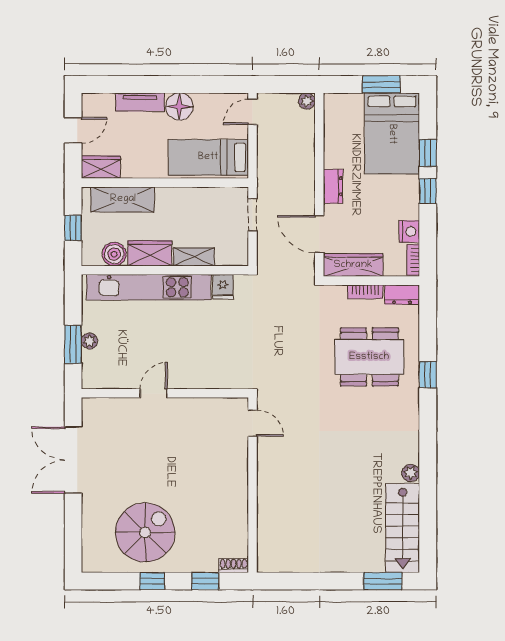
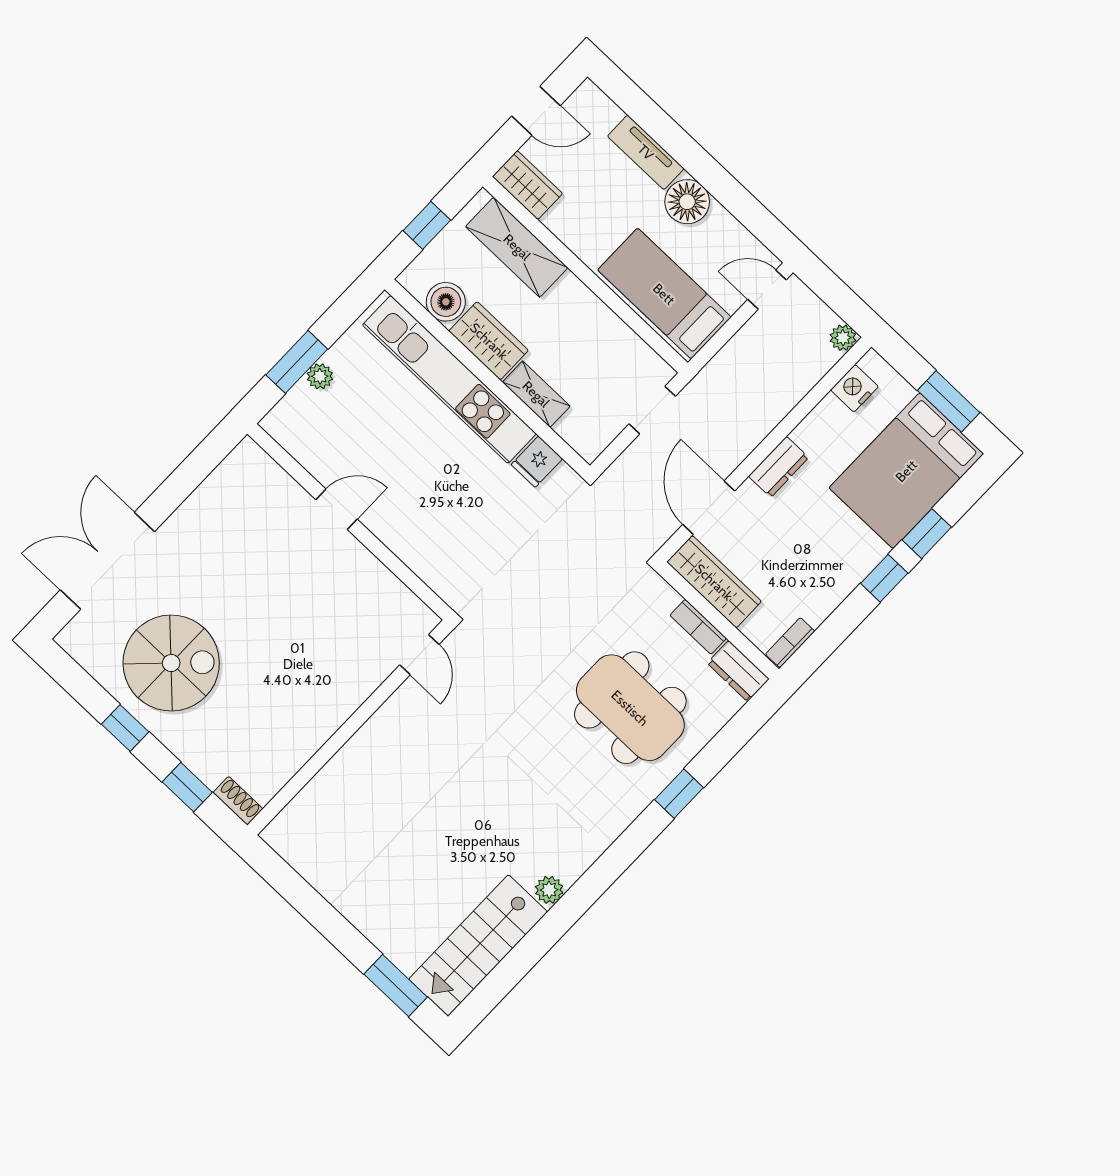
nightstand: (409, 231) -> (854, 388), moved, turned 180
double door: (73, 460) -> (107, 561), moved

